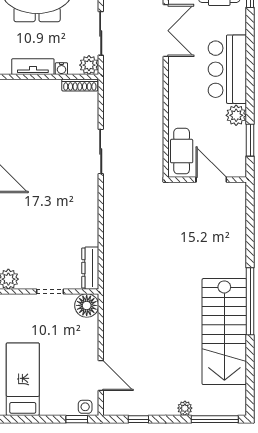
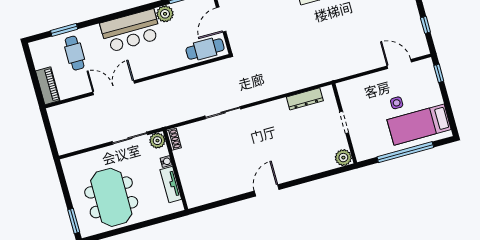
shoe rack: (80, 85) -> (174, 139), width x0.70
dresser: (90, 268) -> (305, 99), moved
floor lamp: (87, 305) -> (347, 90), removed
door: (101, 376) -> (399, 64), hinge flipped
side table: (85, 407) -> (397, 103), moved

